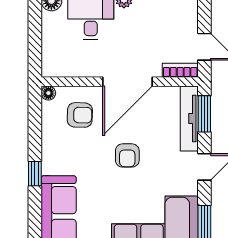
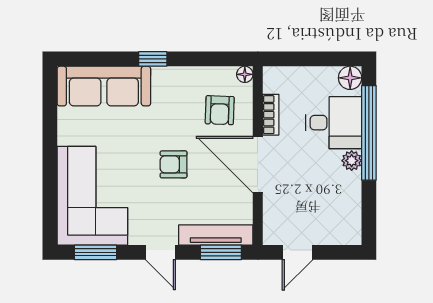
bookcase: (180, 70) -> (271, 115), moved

